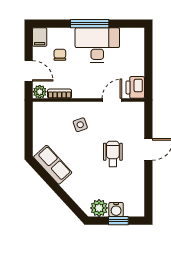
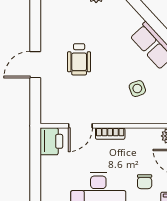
bookcase: (60, 94) -> (110, 134), moved
side table: (80, 125) -> (137, 89), moved

